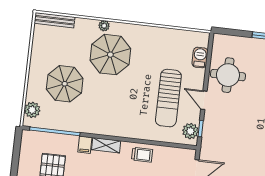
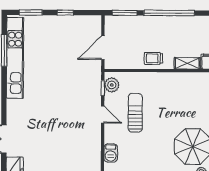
round table: (228, 75) -> (83, 140), removed
sun lounger: (168, 98) -> (135, 113), width x0.73, depth x0.75

